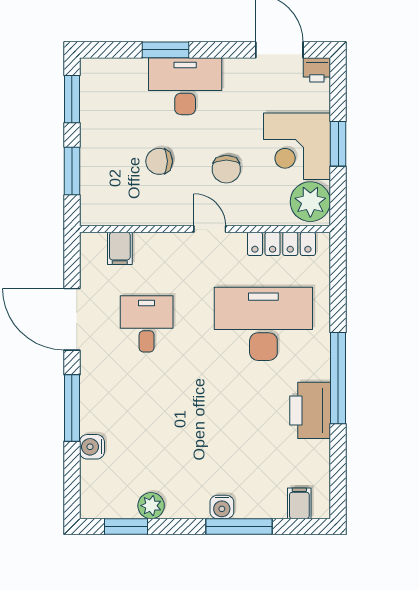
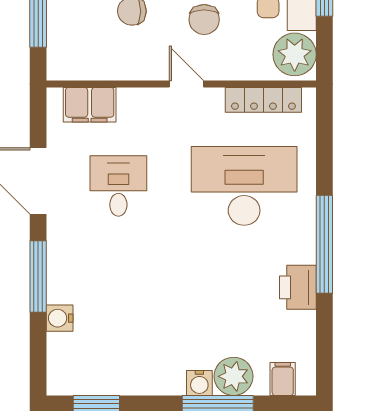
filing cabinet: (120, 248) -> (90, 105), width x2.00
printer: (310, 410) -> (298, 287), width x0.73, depth x0.84
plant: (151, 506) -> (234, 376), moved, width x1.36, depth x1.36

